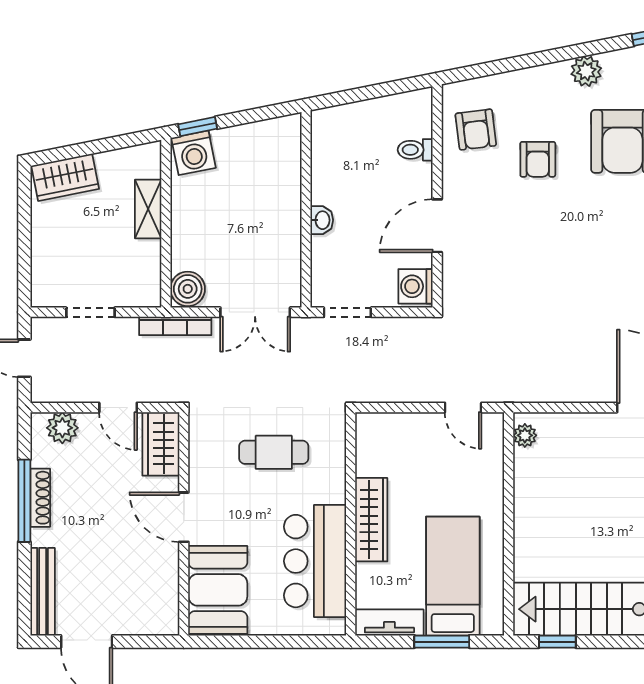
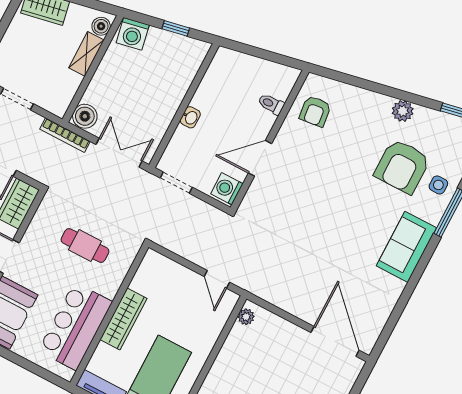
window: (198, 126) -> (176, 28), moved
armchair: (538, 159) -> (344, 150), removed
boiler: (148, 164) -> (101, 26), added
double door: (255, 312) -> (119, 153), swing flipped

